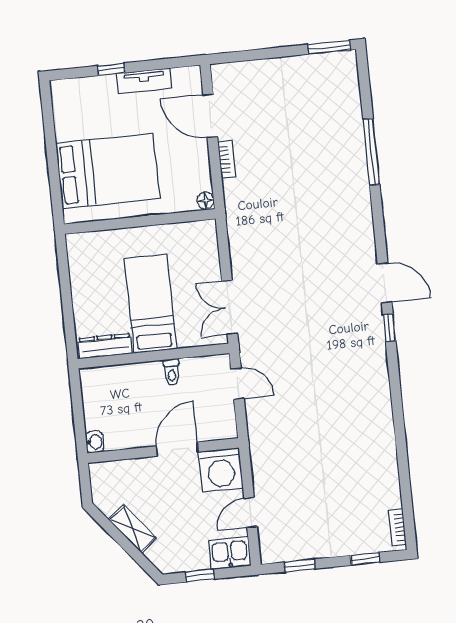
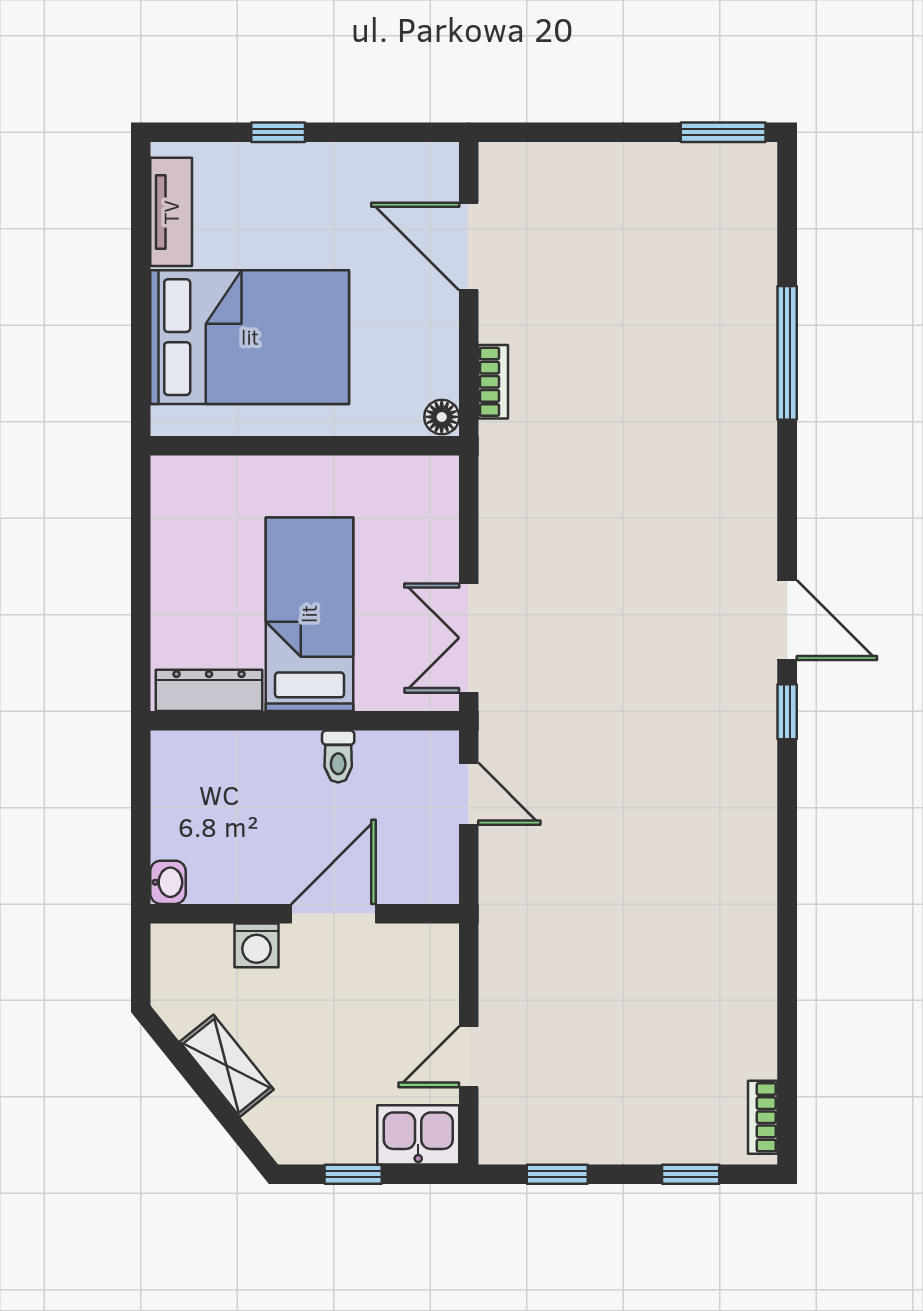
tv unit: (144, 81) -> (171, 212), moved, turned -90
bookcase: (227, 159) -> (493, 382), moved
washing machine: (221, 470) -> (256, 945), moved, width x0.53, depth x0.53

